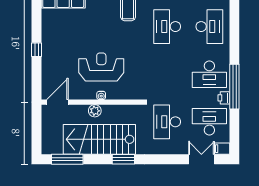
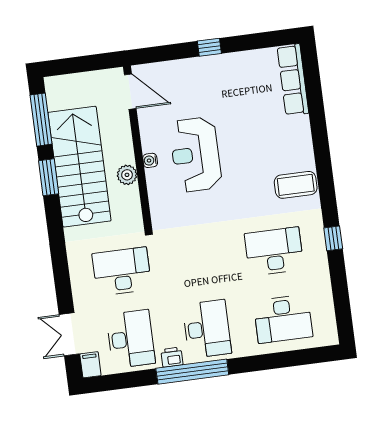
reception desk: (101, 67) -> (196, 155), turned 180
desk: (209, 74) -> (207, 329), turned 180
plant: (95, 111) -> (127, 175), moved
window: (123, 159) -> (49, 177), moved
double door: (201, 159) -> (69, 334), swing flipped

